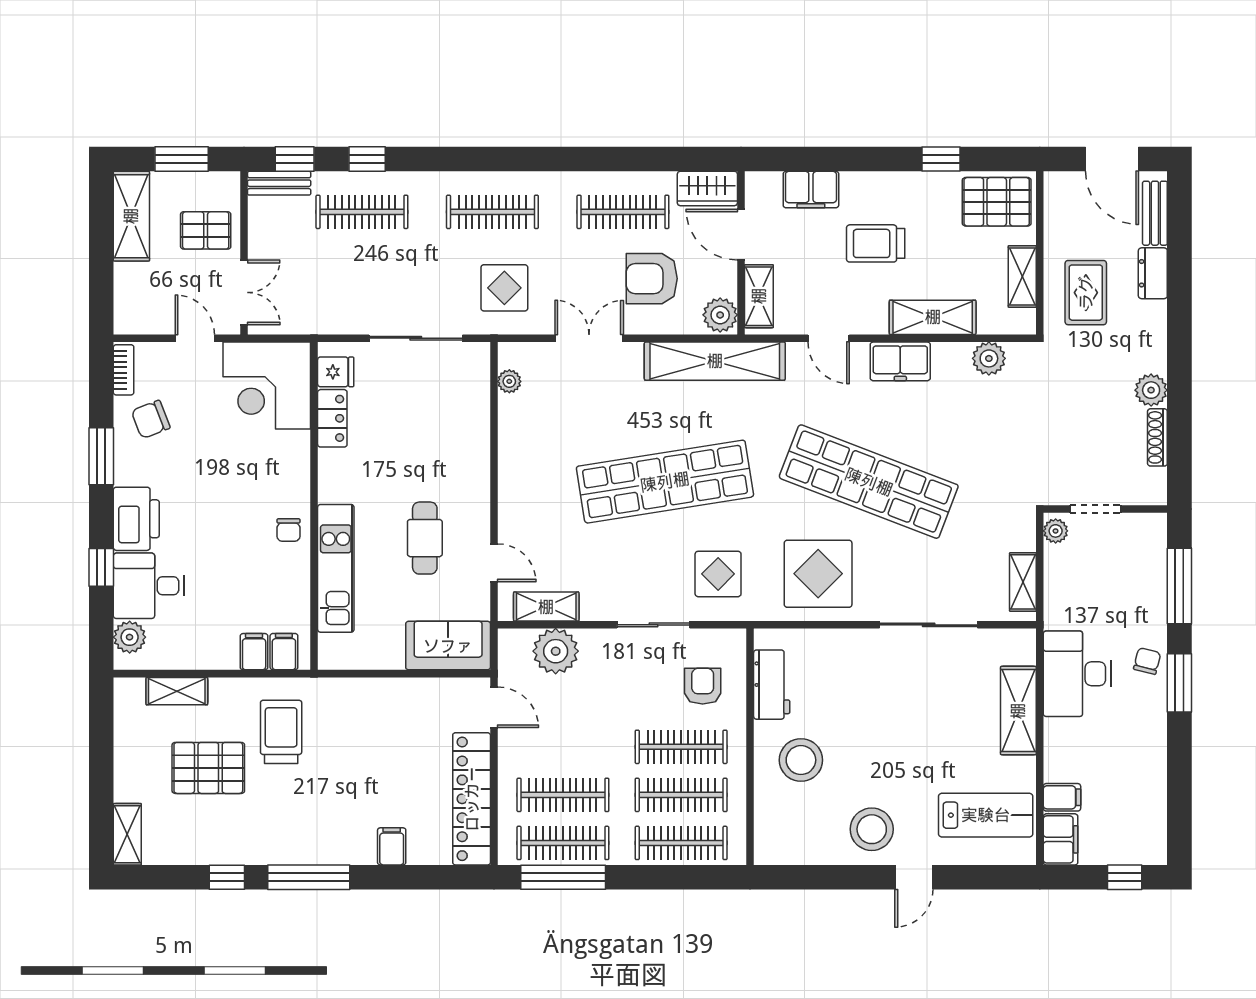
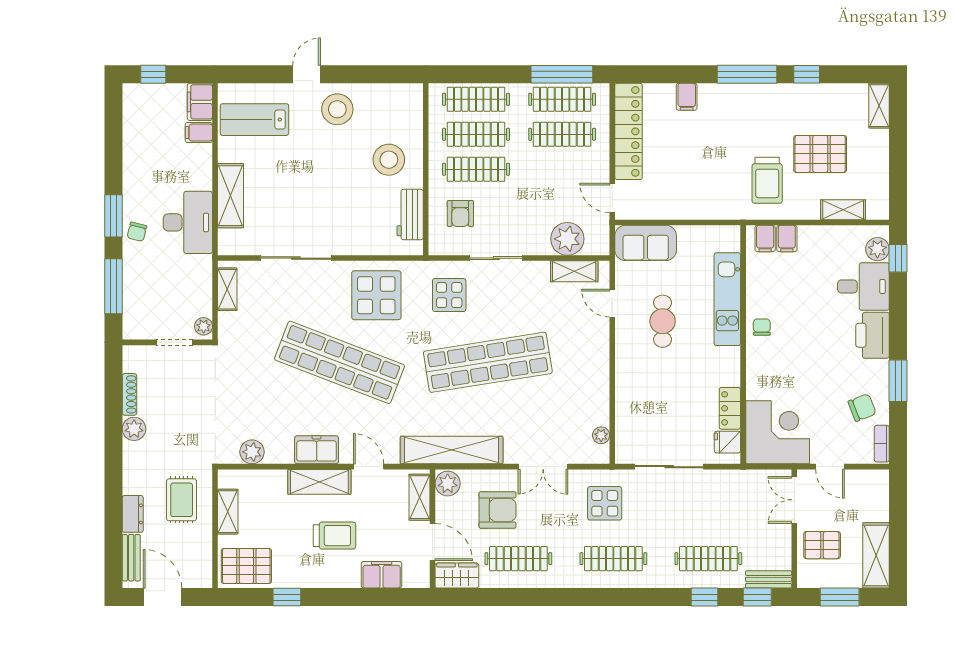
shelving: (933, 317) -> (319, 482), moved
window: (101, 567) -> (898, 258), moved

